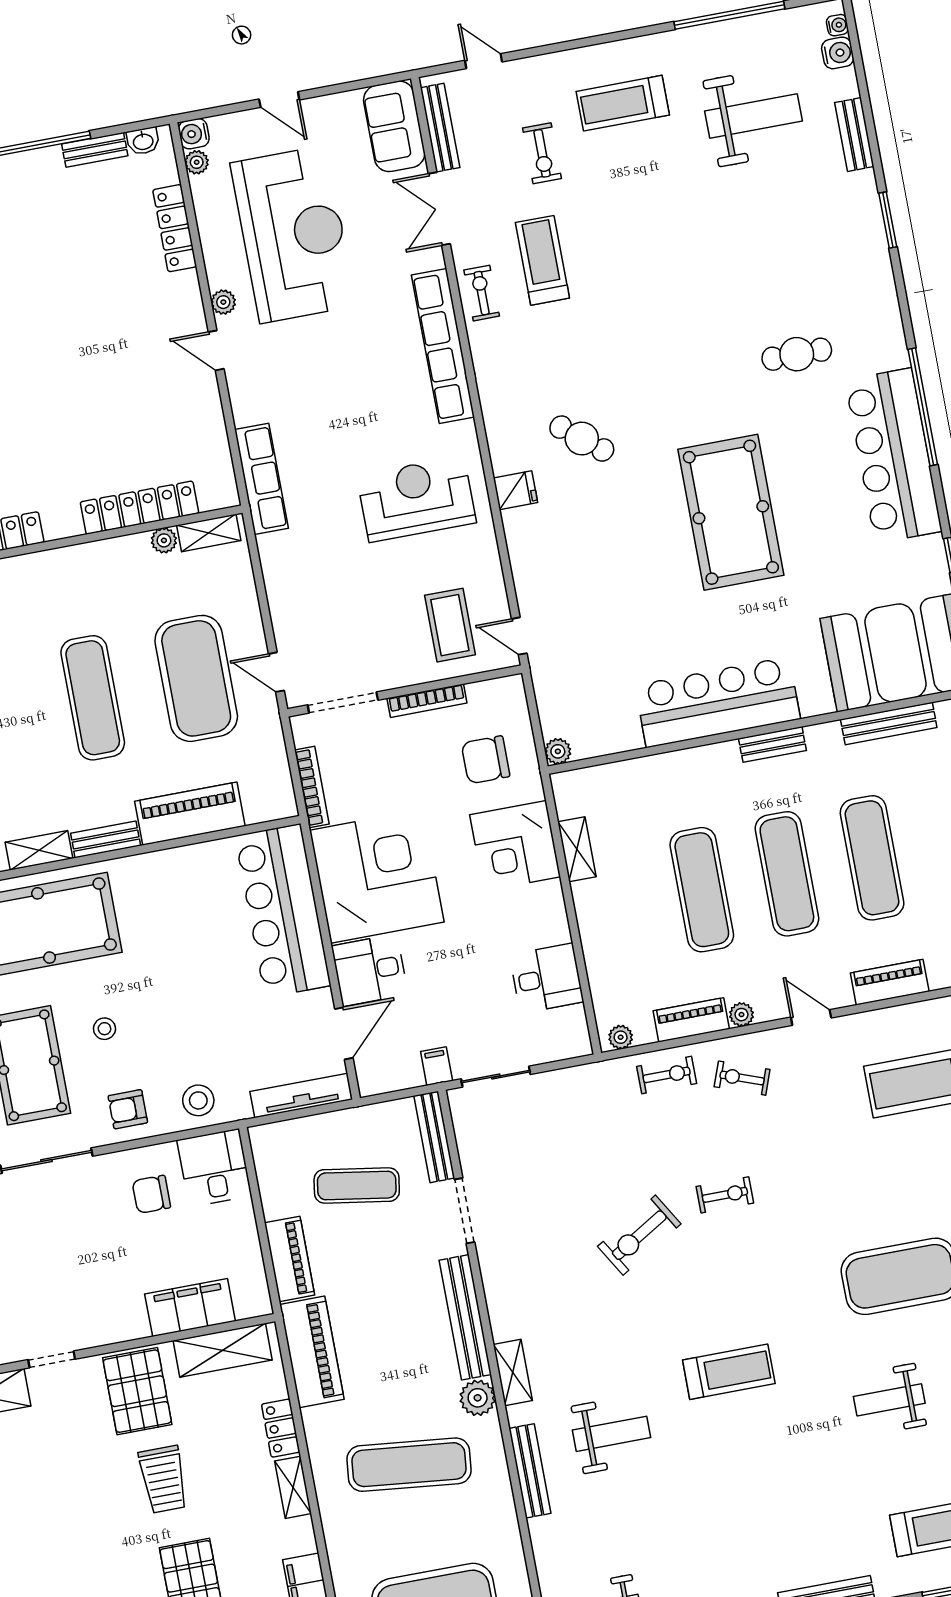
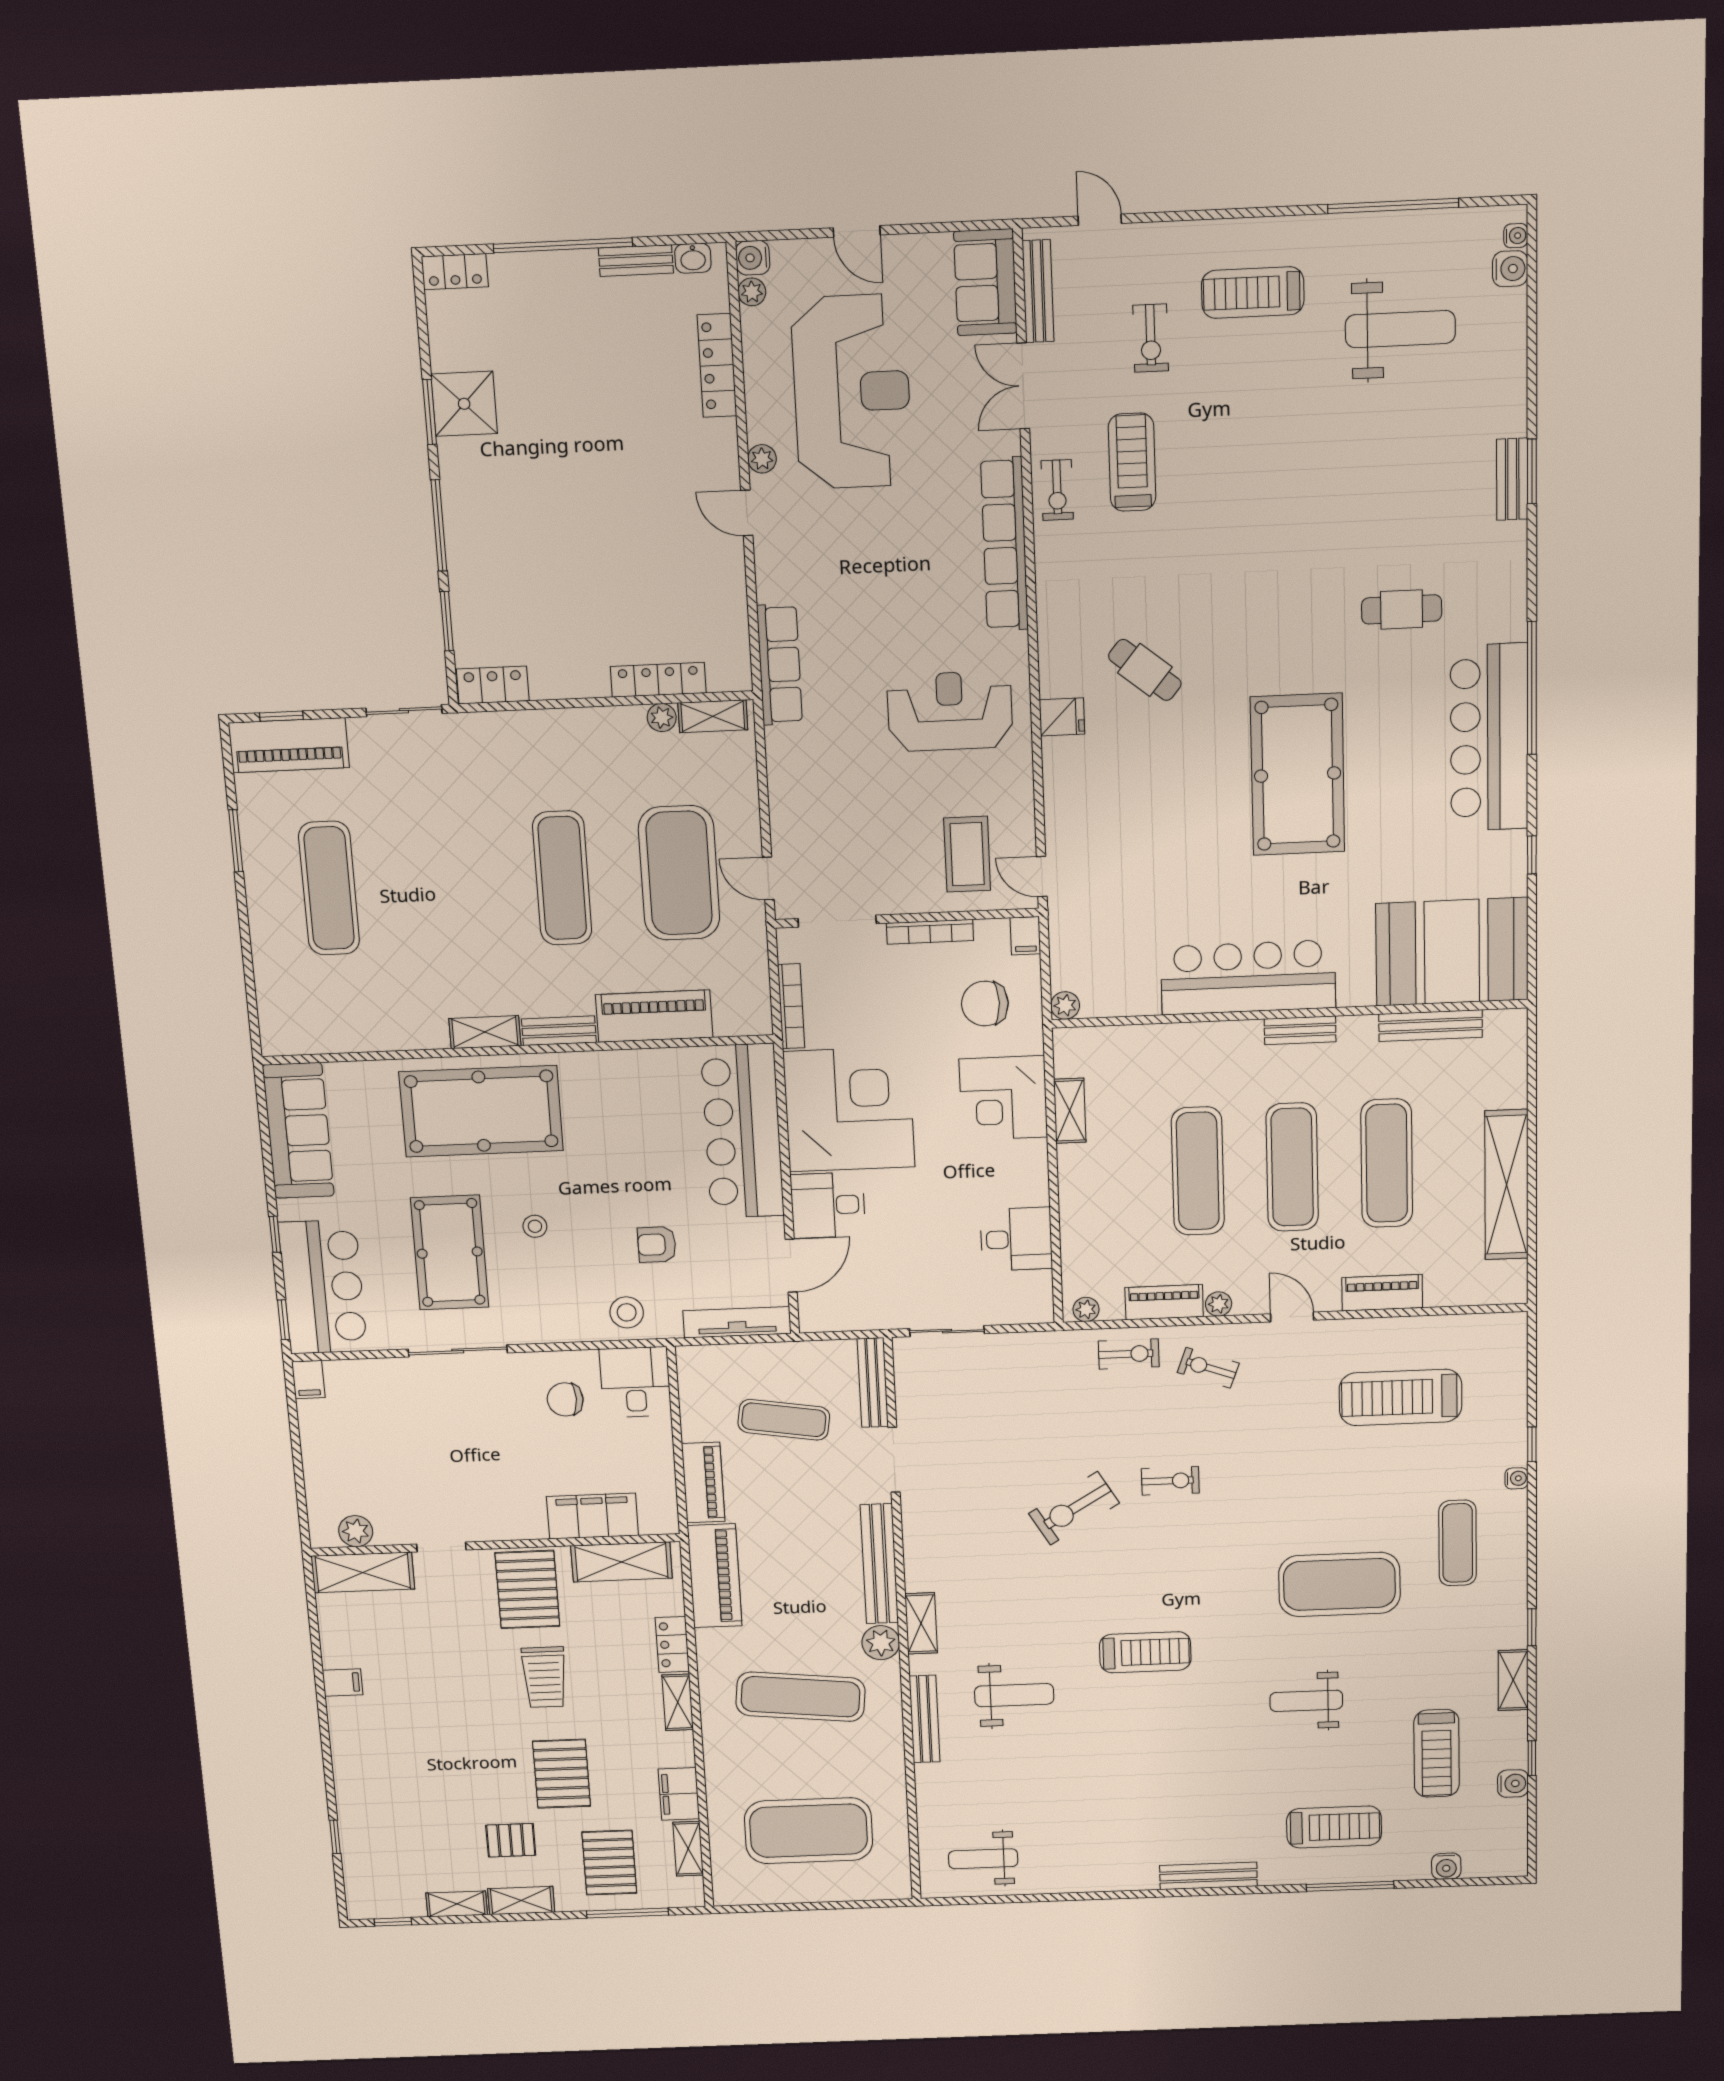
bench: (854, 135) -> (1512, 479), moved
exercise bike: (482, 293) -> (1057, 490), turned 180
locker: (139, 508) -> (658, 680), width x0.71, depth x0.83
filing cabinet: (437, 1066) -> (1025, 936), moved, turned 180
armchair: (128, 1109) -> (657, 1244), moved

